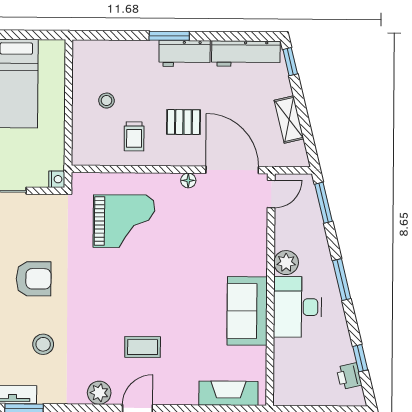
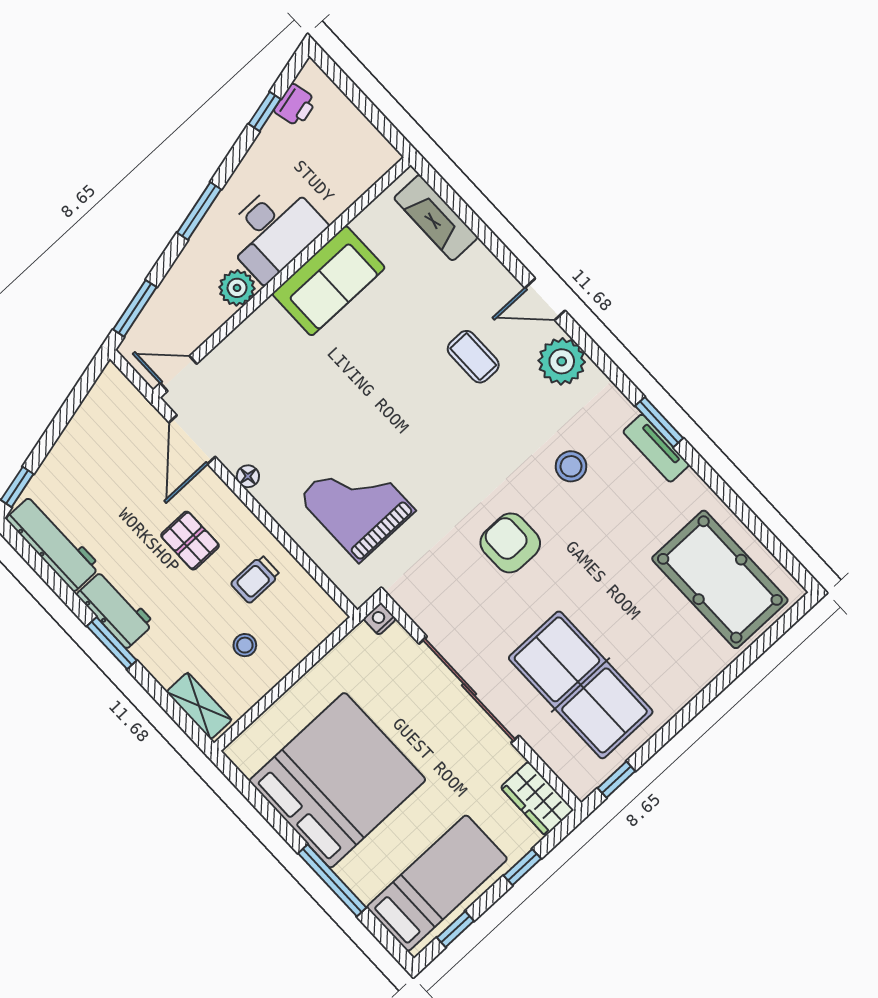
shelving: (289, 119) -> (199, 706), moved, turned -76
trolley: (134, 136) -> (255, 579), turned 180
door: (232, 170) -> (192, 440), width x0.73
plant: (99, 393) -> (562, 361), width x1.36, depth x1.36

